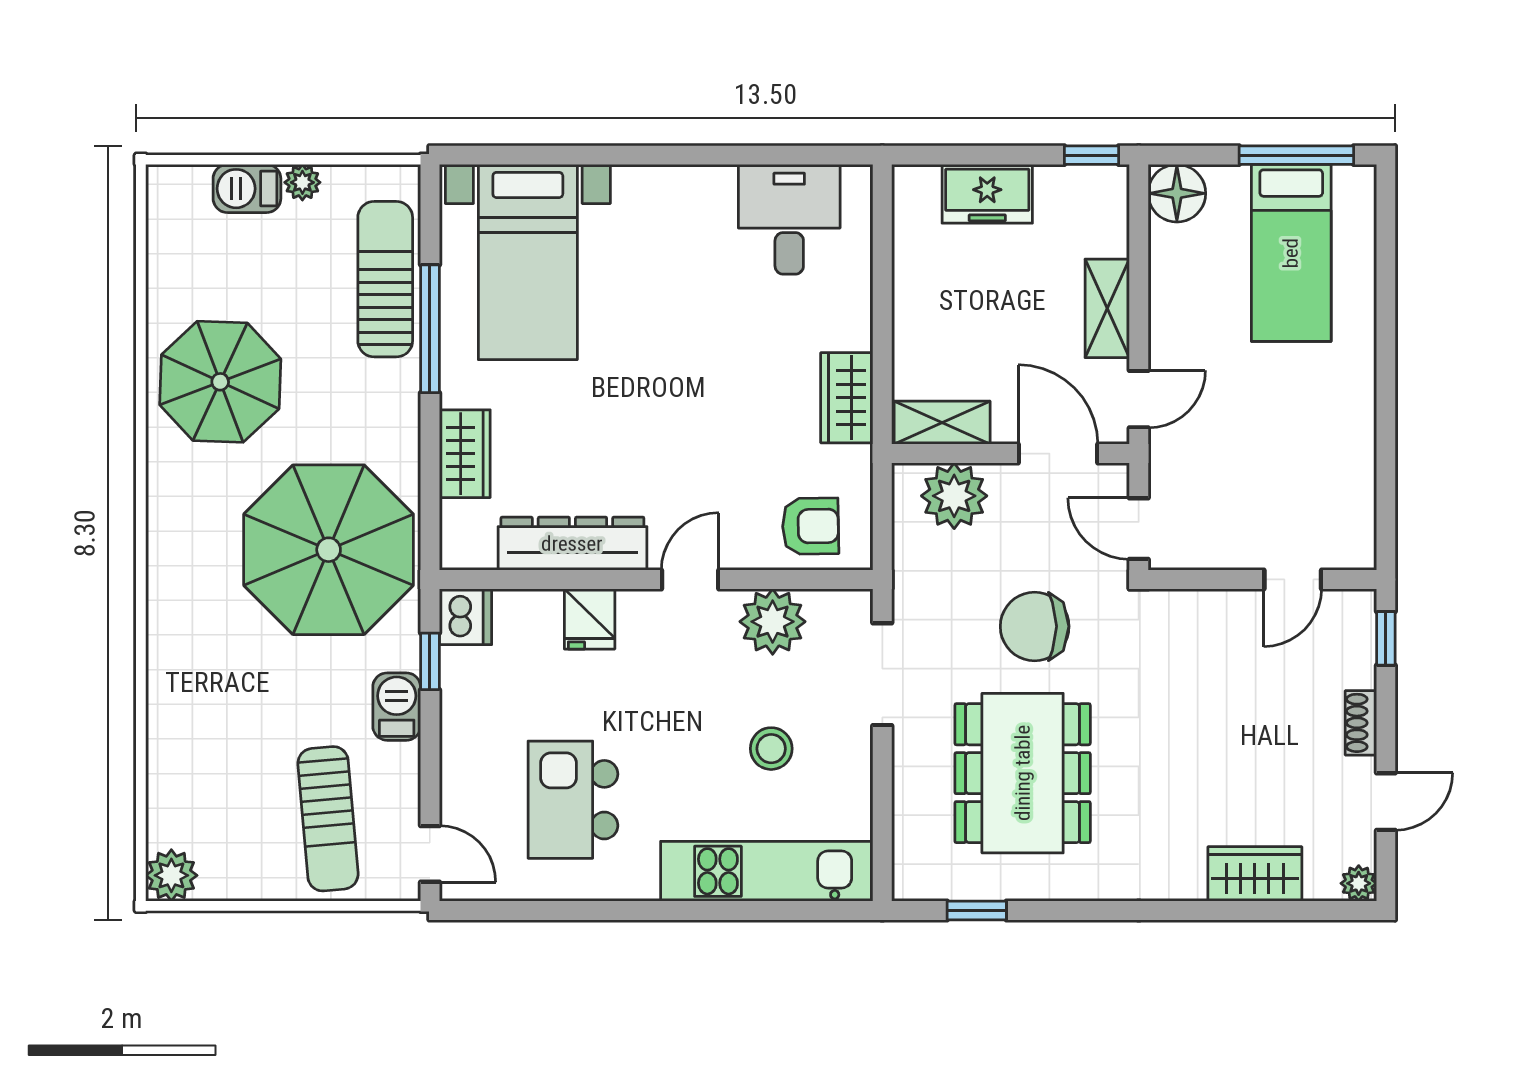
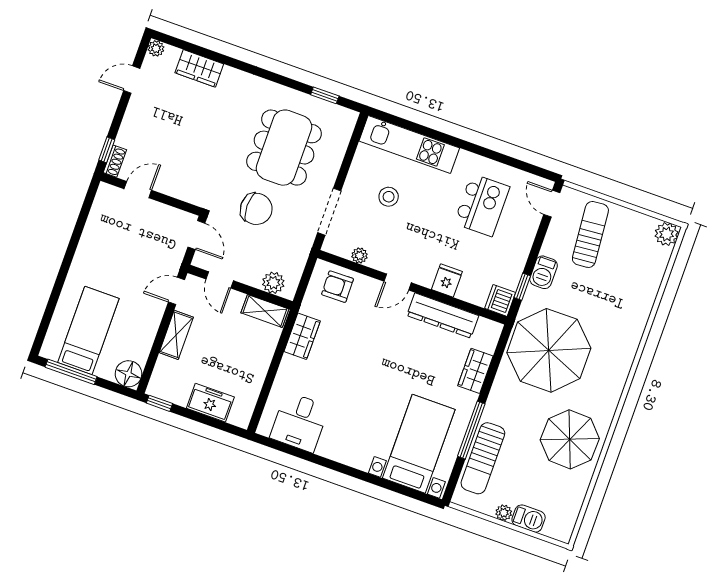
door: (1058, 454) -> (220, 280), width x0.73
plant: (954, 496) -> (273, 283), width x0.73, depth x0.73
plant: (773, 622) -> (360, 255), width x0.53, depth x0.53
shoe rack: (1361, 723) -> (115, 161), moved

